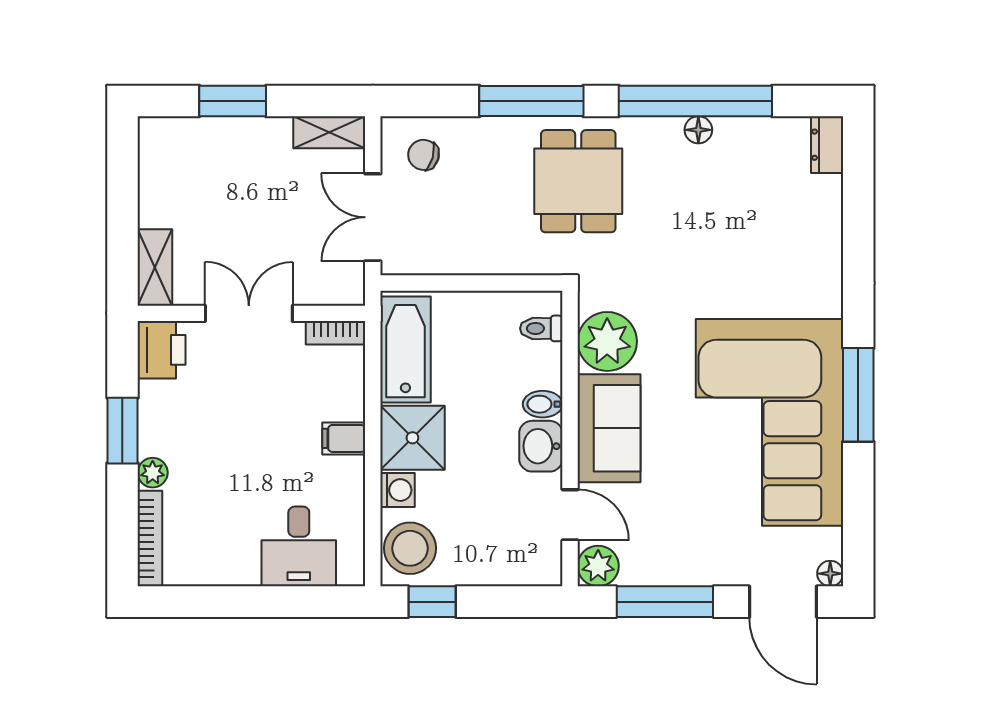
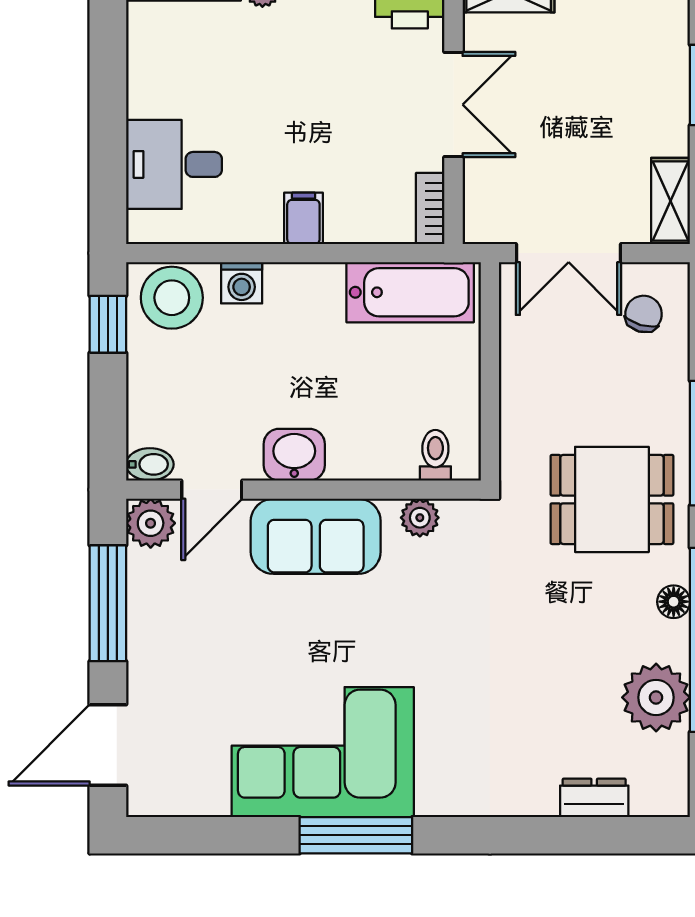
floor lamp: (698, 130) -> (674, 602), moved
plant: (743, 144) -> (656, 697), added
dresser: (827, 145) -> (594, 798), moved
double door: (373, 217) -> (569, 253), swing flipped
plant: (607, 341) -> (420, 518), width x0.53, depth x0.53
bidet: (543, 404) -> (150, 464), moved, turned 90
corner sofa: (769, 422) -> (323, 752), width x0.73, depth x0.74
shower: (412, 438) -> (304, 301), removed
floor lamp: (830, 574) -> (142, 802), removed

